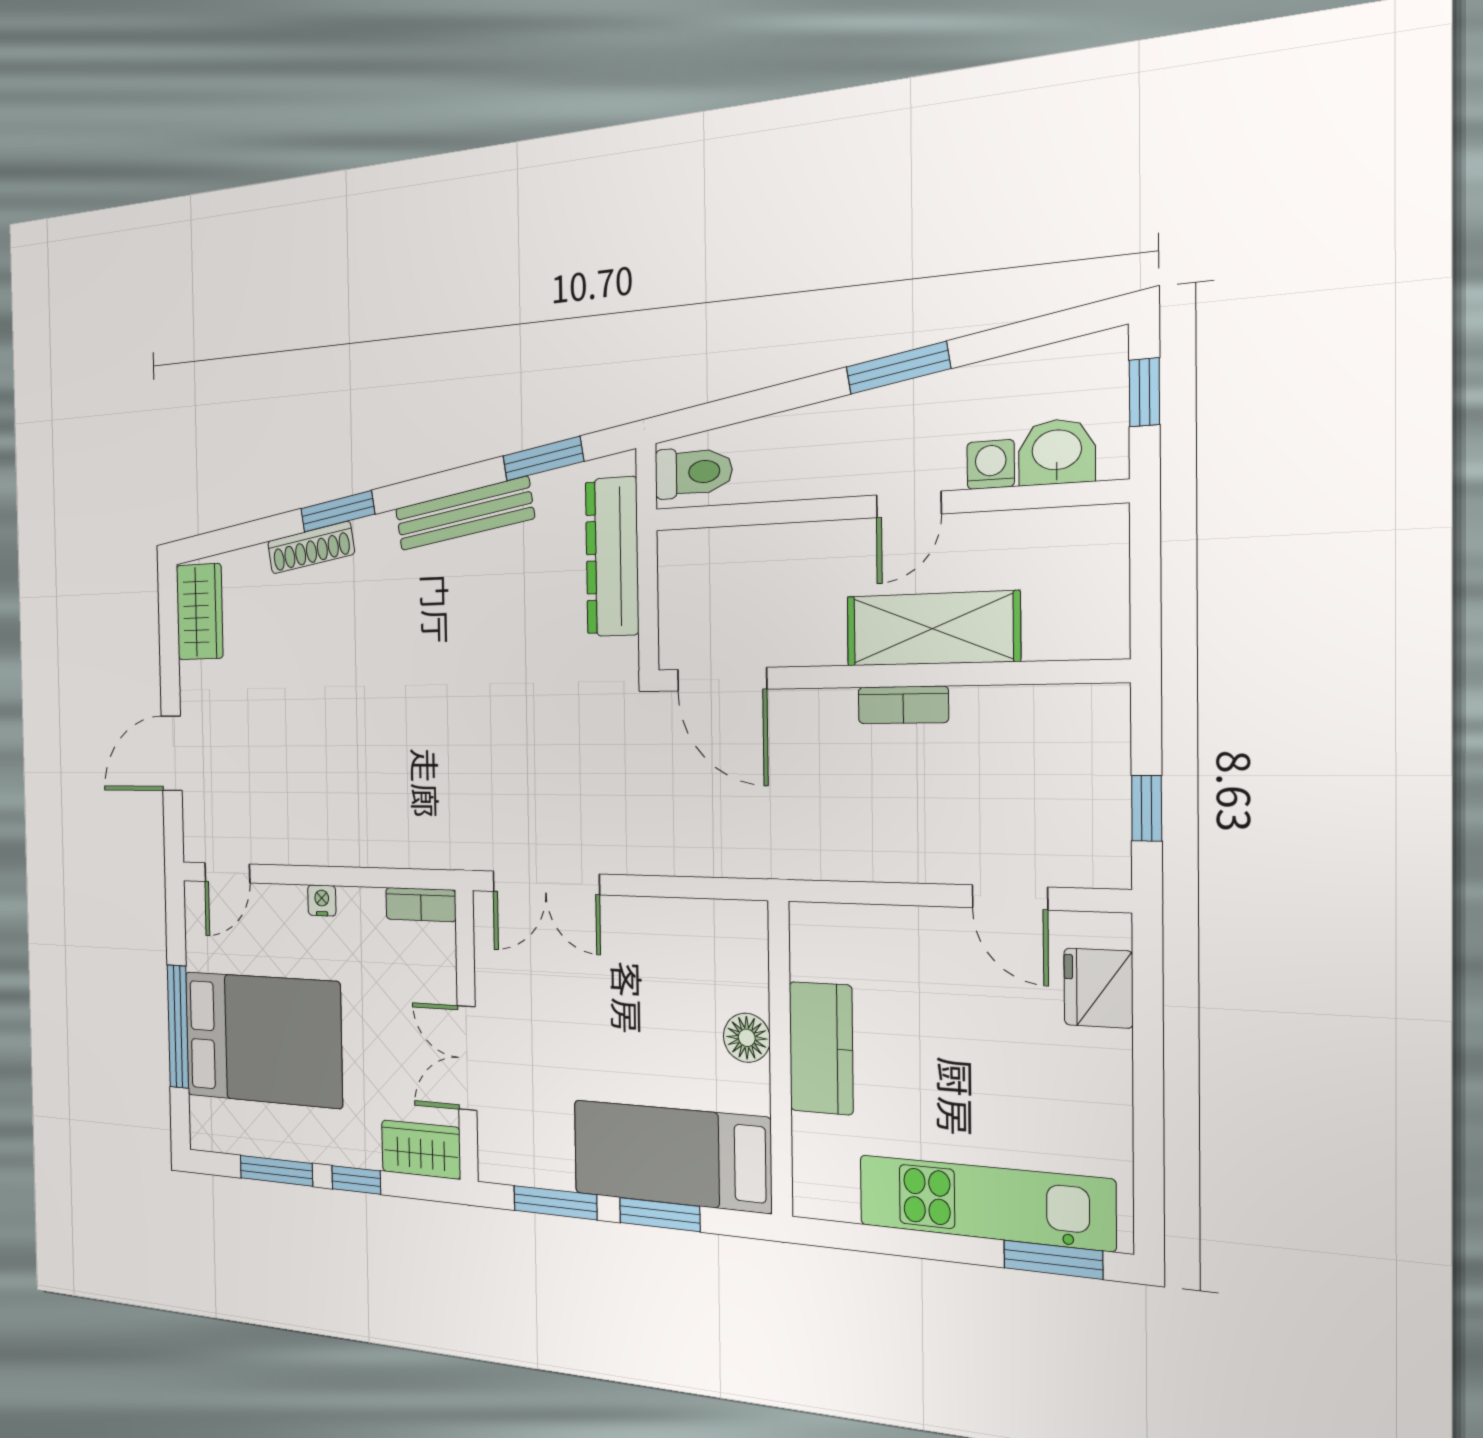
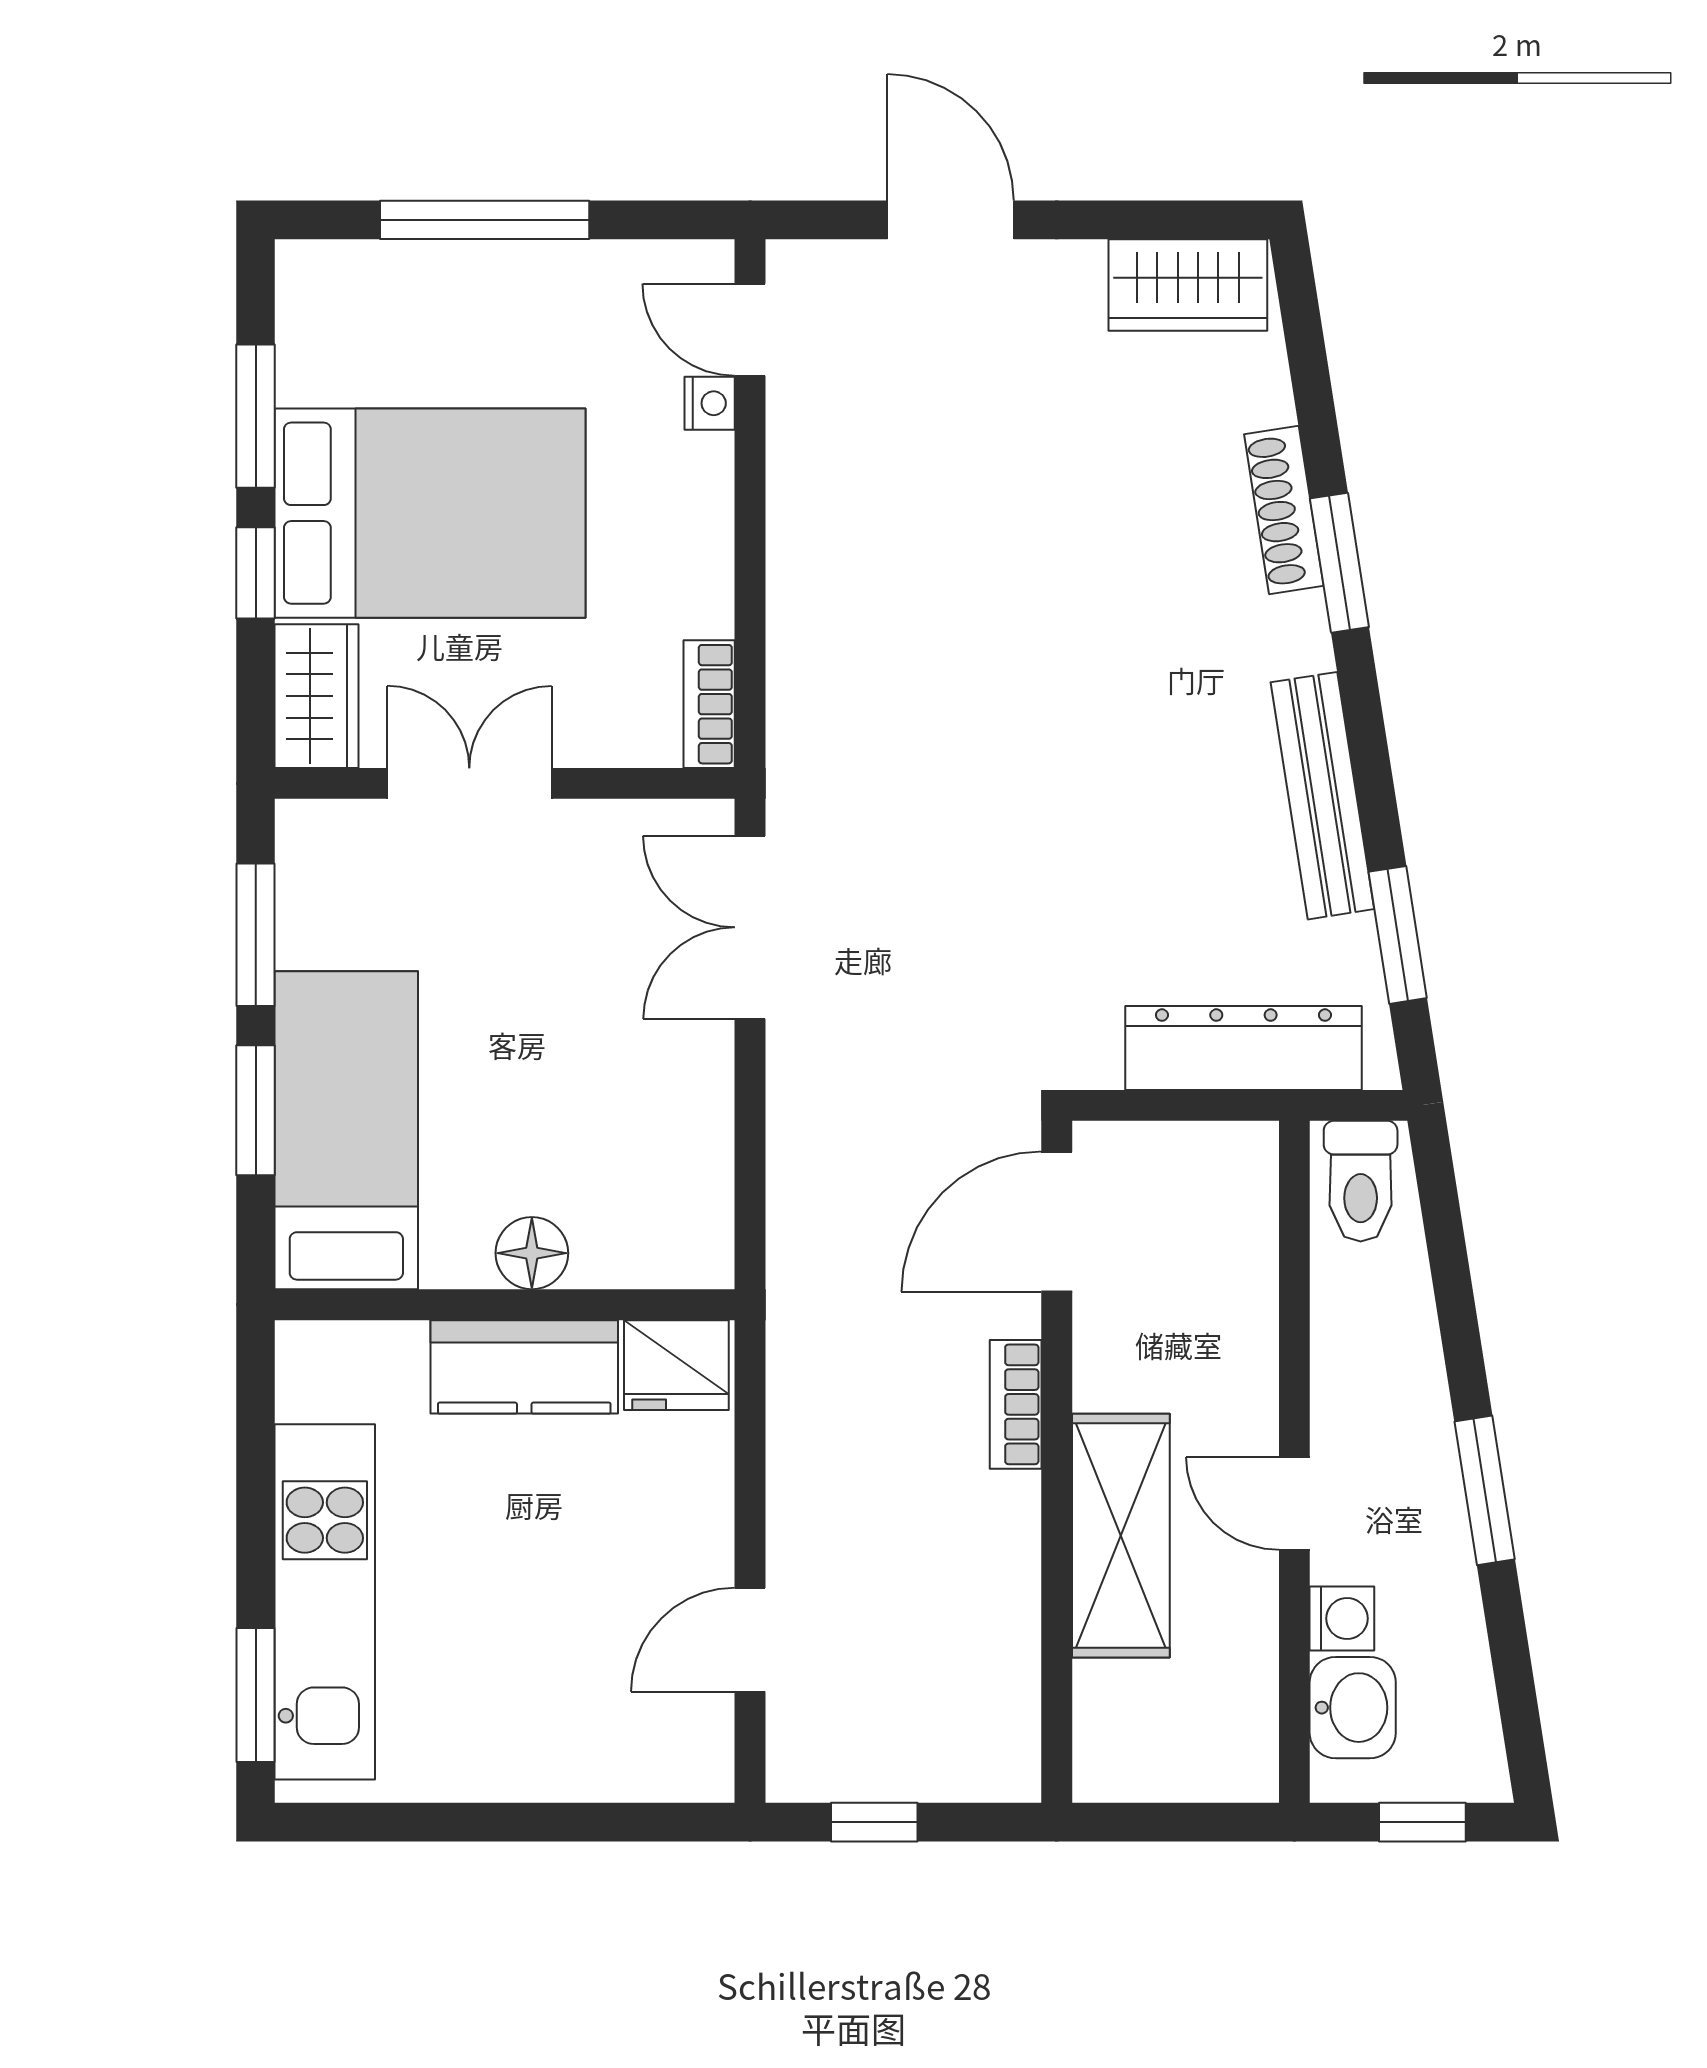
bookcase: (903, 705) -> (1016, 1404), moved
nightstand: (322, 900) -> (710, 403), moved
fridge: (1098, 988) -> (676, 1365), moved, turned 180
bed: (263, 1039) -> (430, 513), moved, turned -90

